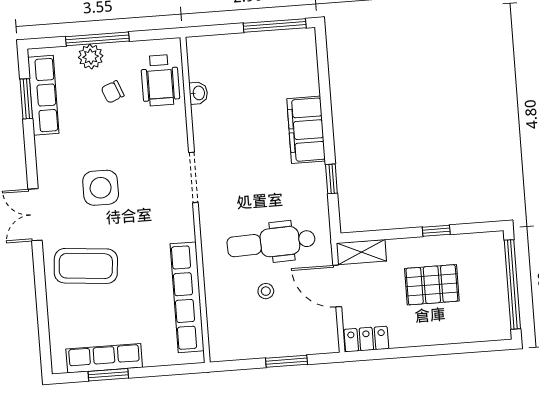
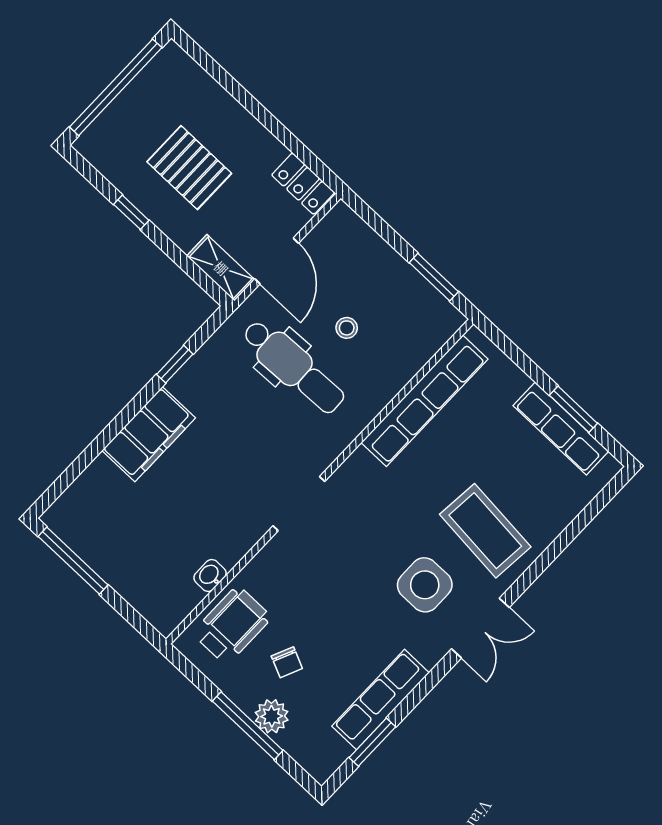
chair: (113, 92) -> (287, 662), turned 46
row of seats: (43, 95) -> (381, 700), moved
side table: (101, 188) -> (425, 585), moved
window: (287, 361) -> (434, 277), moved

